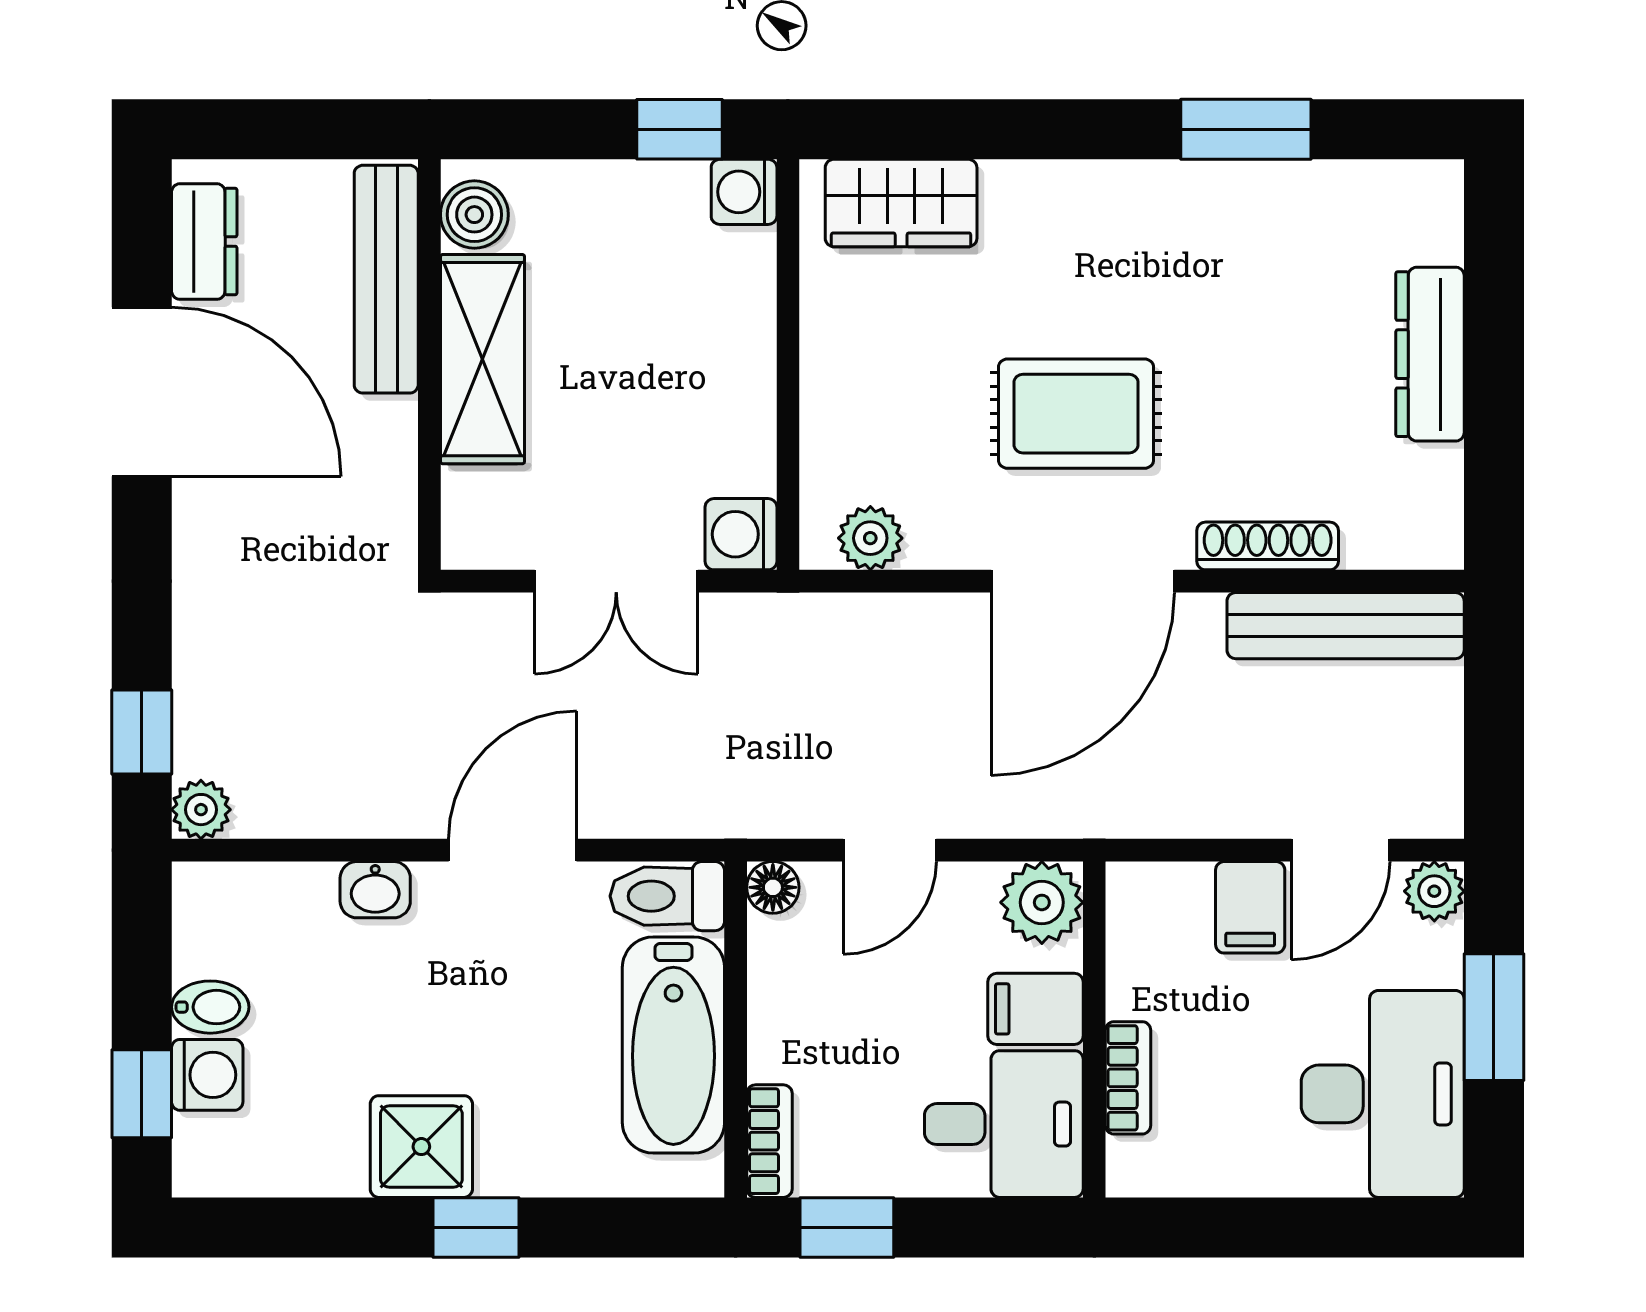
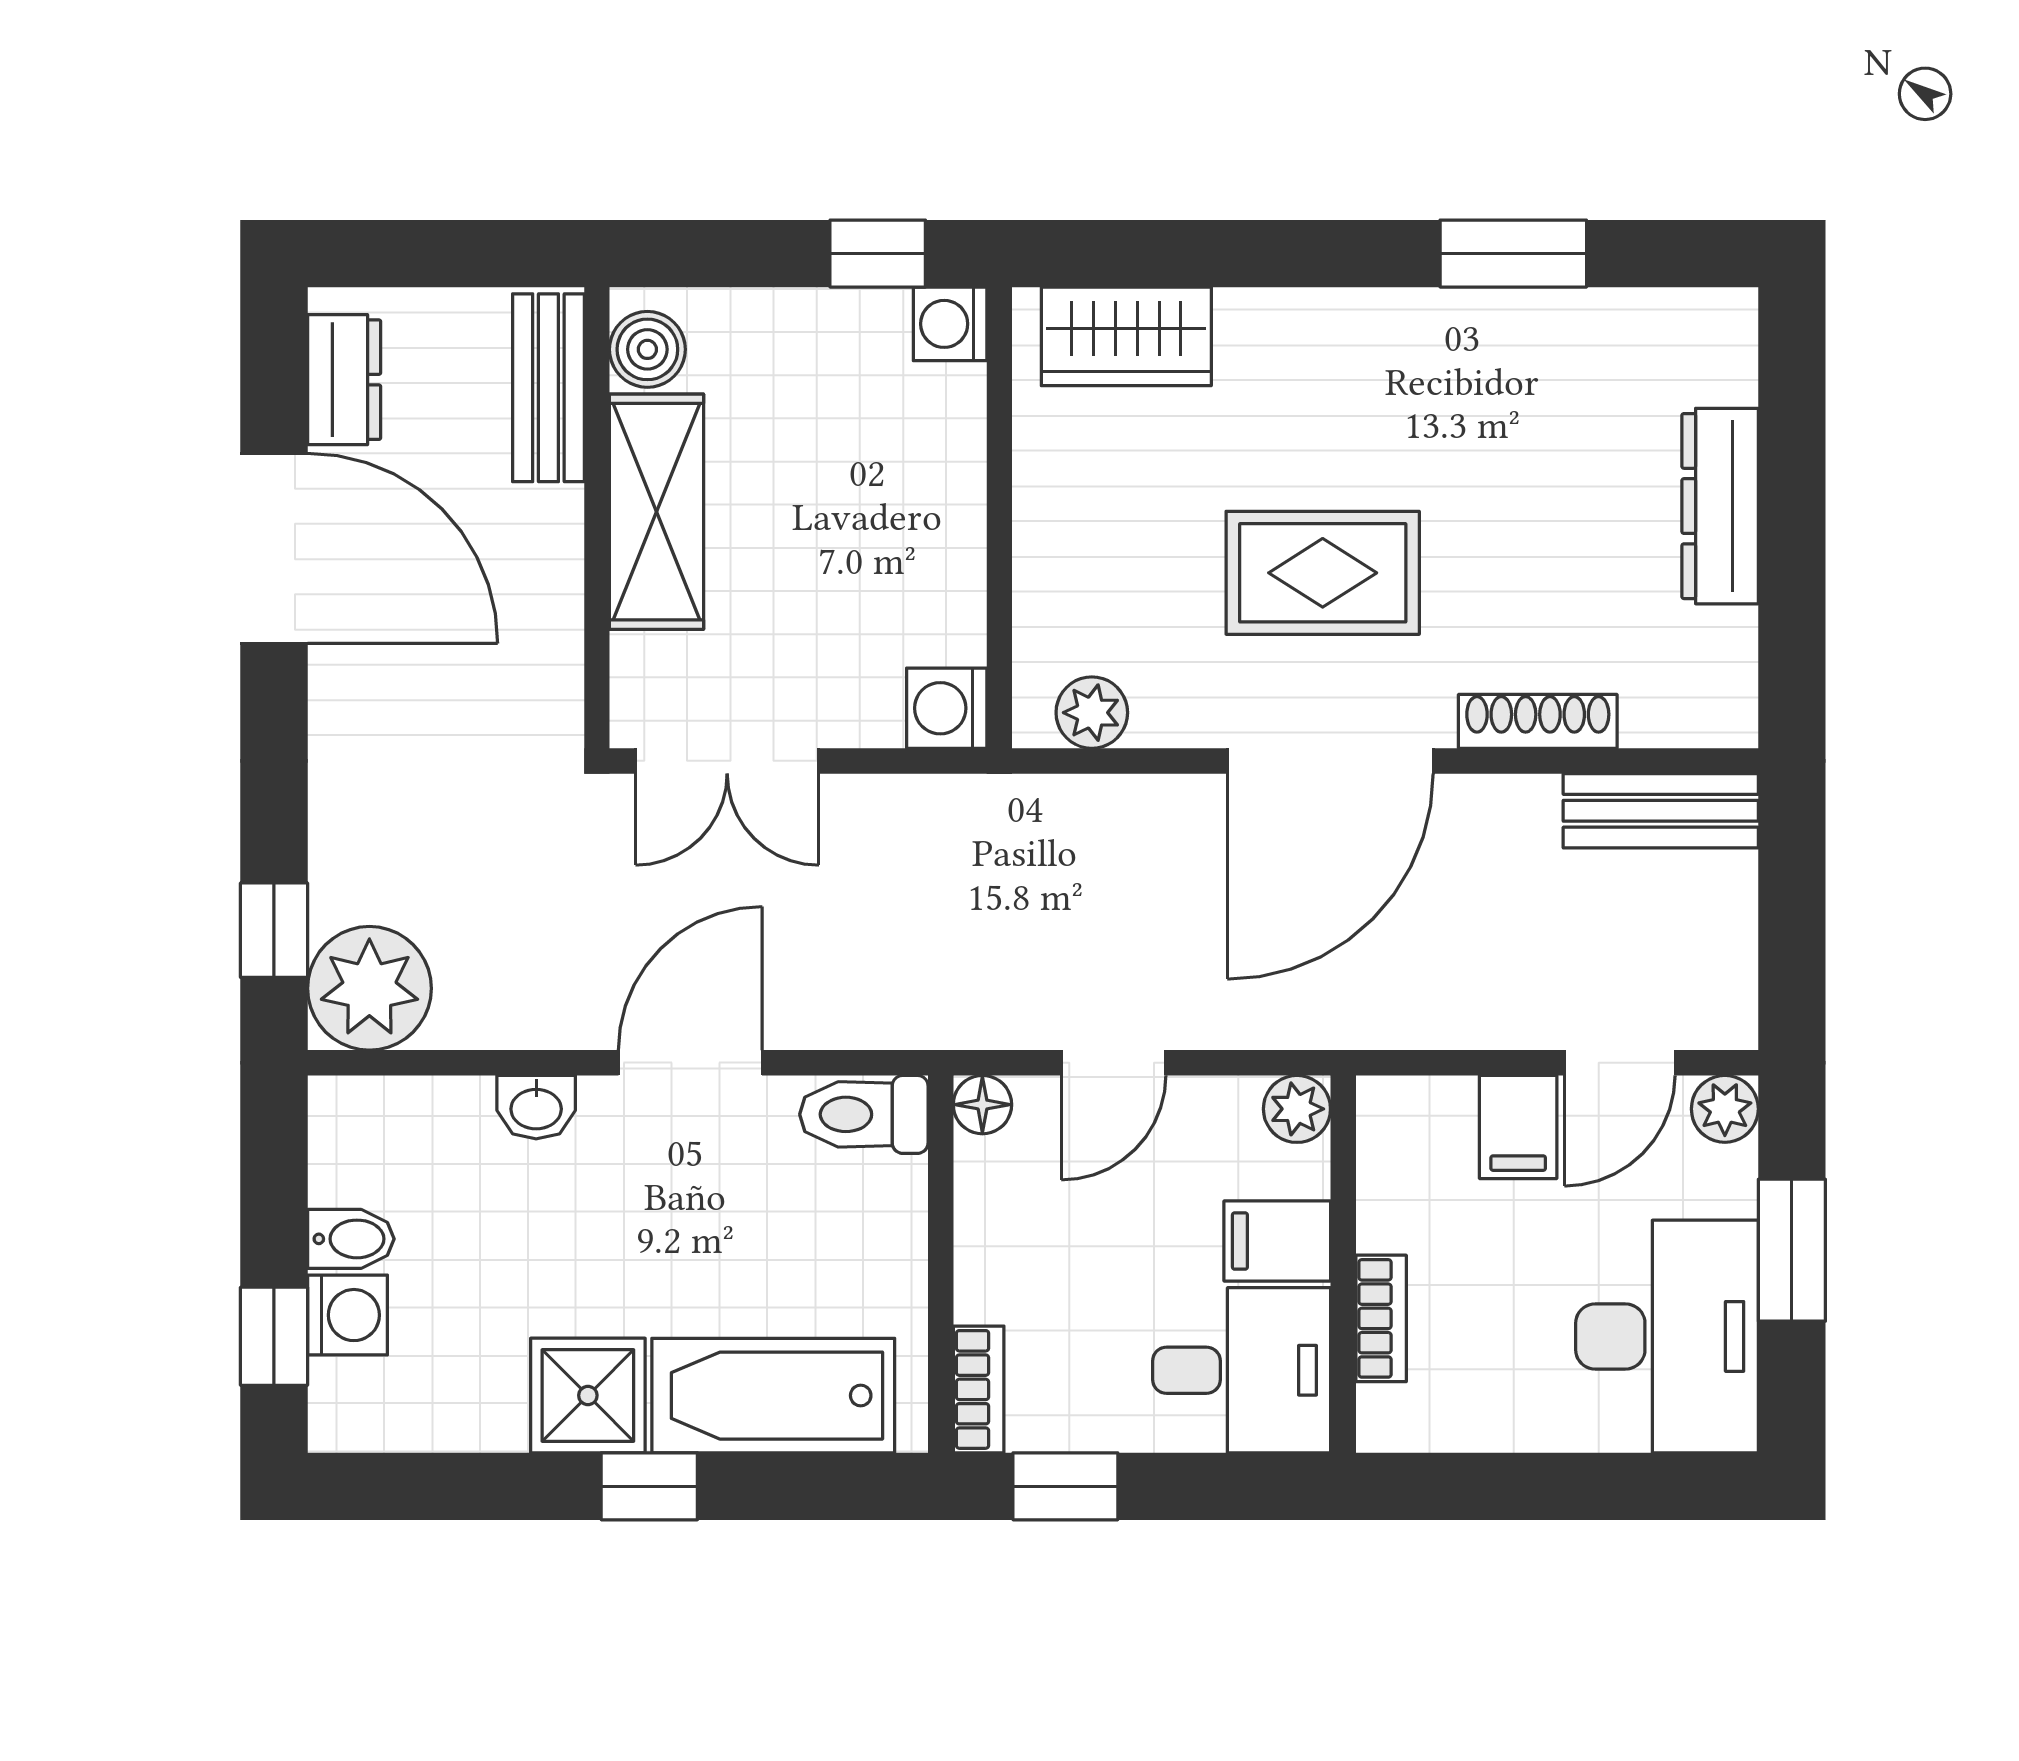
bench: (386, 279) -> (548, 388), width x0.73
double door: (616, 581) -> (727, 761), moved
bench: (1346, 626) -> (1661, 811), width x0.73
plant: (201, 810) -> (369, 988), width x1.88, depth x1.88
plant: (1042, 902) -> (1297, 1109), width x0.73, depth x0.73
bathtub: (673, 1045) -> (773, 1396), moved, turned 90

